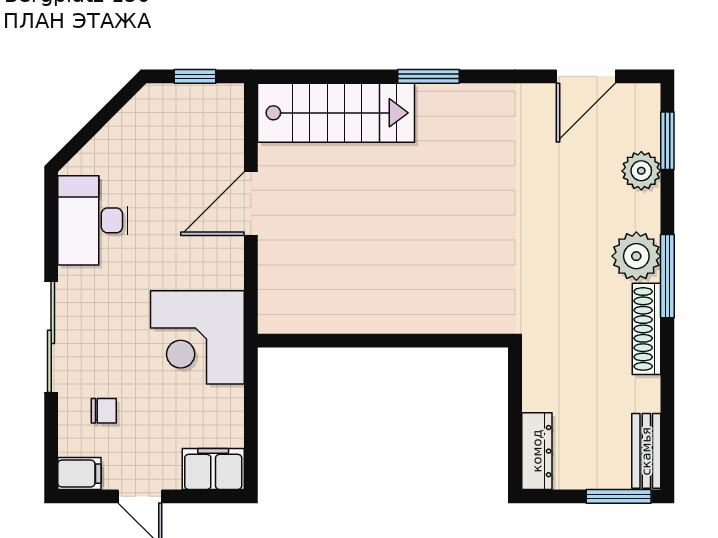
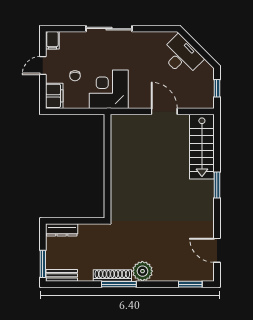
plant: (641, 171) -> (178, 273), removed
desk: (93, 220) -> (181, 56), moved, turned 45
window: (667, 276) -> (119, 284), moved
chair: (104, 411) -> (75, 76), moved

